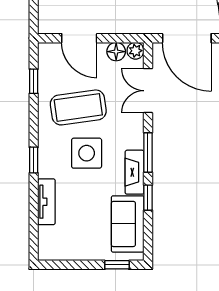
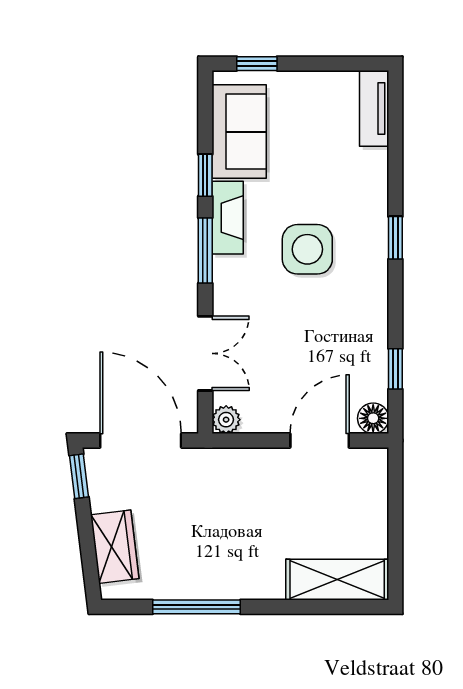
door: (79, 38) -> (320, 440), hinge flipped
floor lamp: (116, 52) -> (373, 418), moved
coffee table: (78, 107) -> (321, 325), removed
tv unit: (46, 202) -> (374, 108), moved

